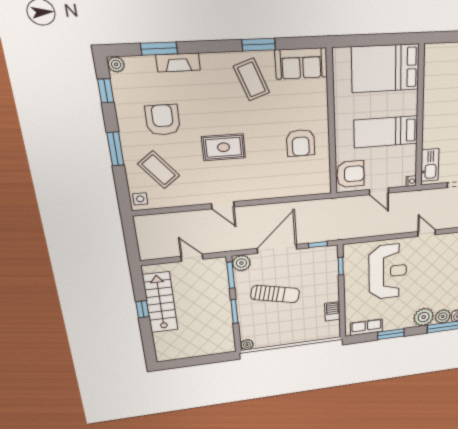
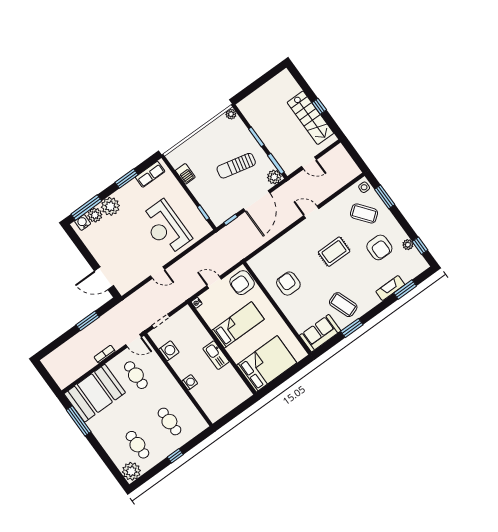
plant: (116, 64) -> (408, 245), moved
window: (115, 149) -> (385, 197), moved
kitchen sink: (430, 165) -> (216, 355), moved

